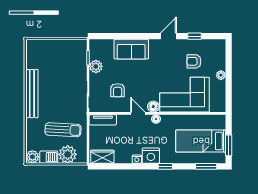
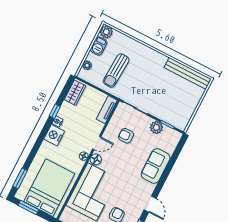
bench: (32, 94) -> (188, 73), moved
bed: (201, 141) -> (49, 188), width x1.50
plant: (68, 154) -> (87, 65), width x0.53, depth x0.53
window: (165, 166) -> (55, 111), moved

